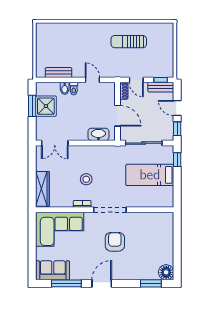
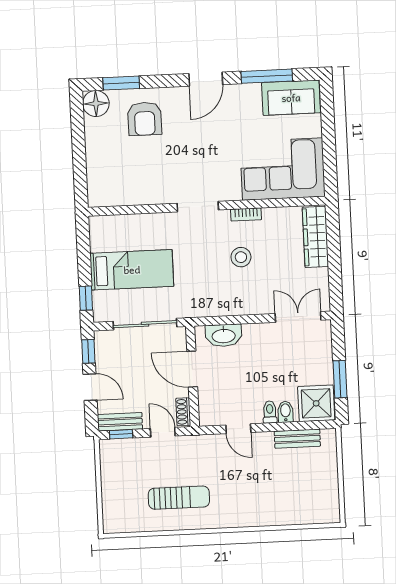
shower: (46, 106) -> (316, 403), moved
doorway: (110, 210) -> (198, 207), width x0.73
armchair: (115, 242) -> (145, 119), moved

